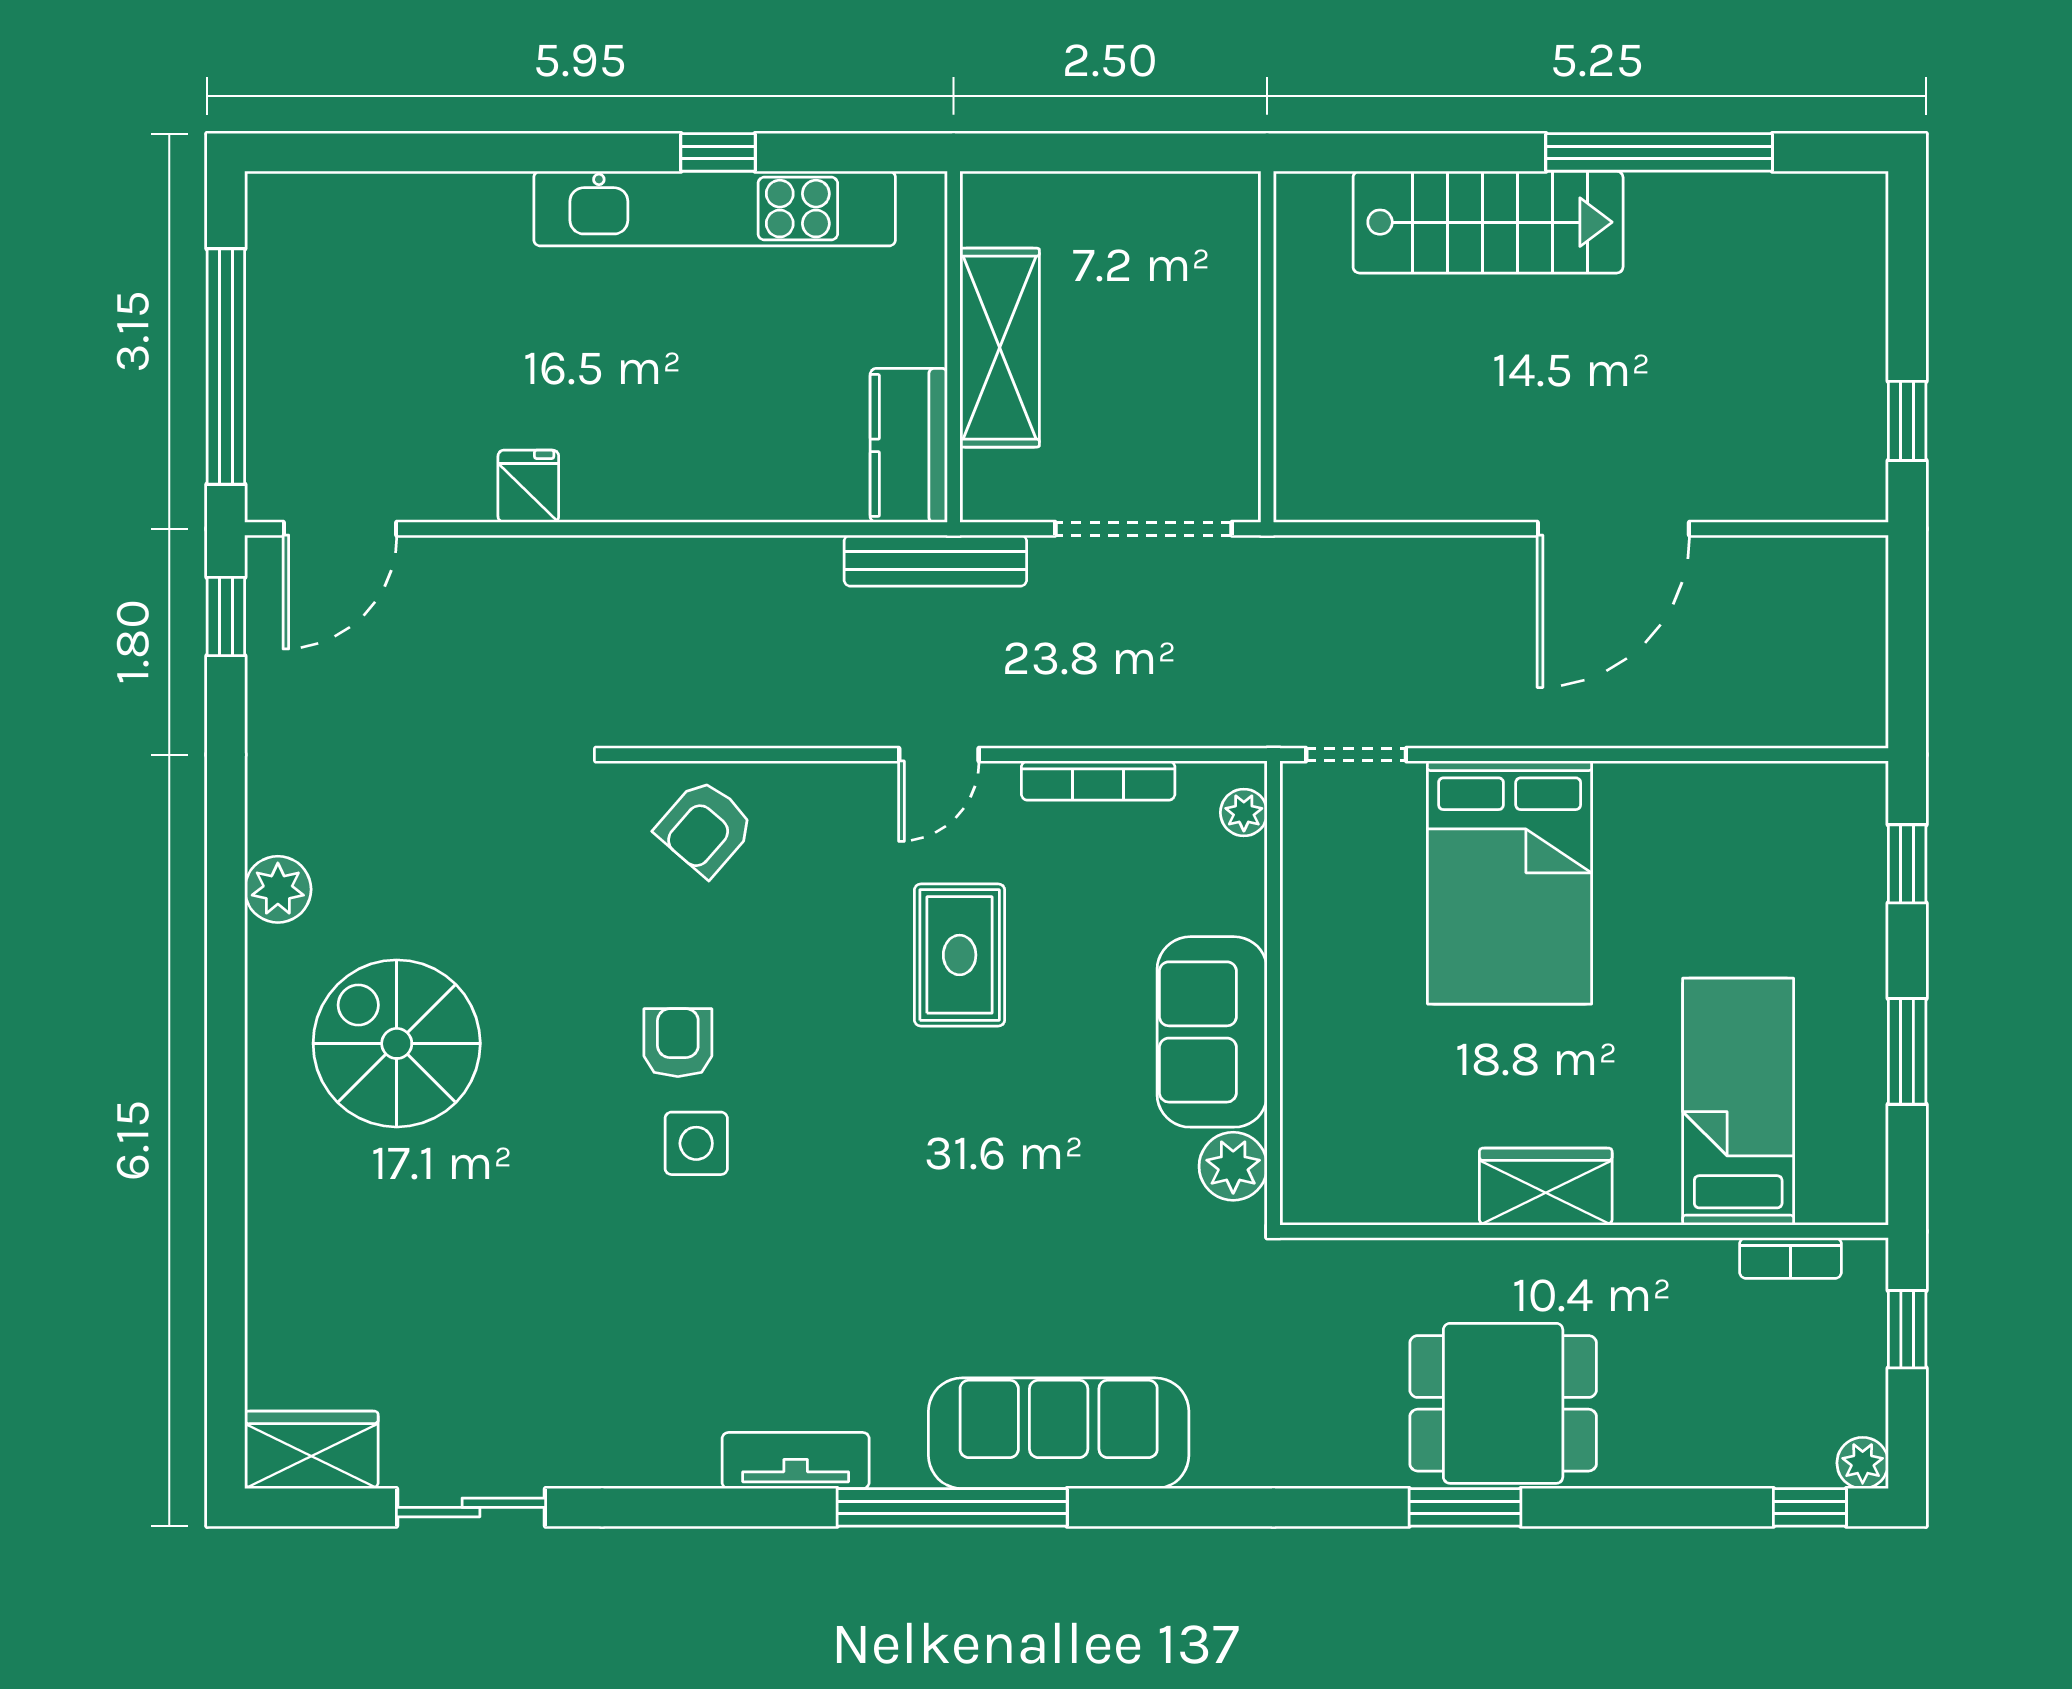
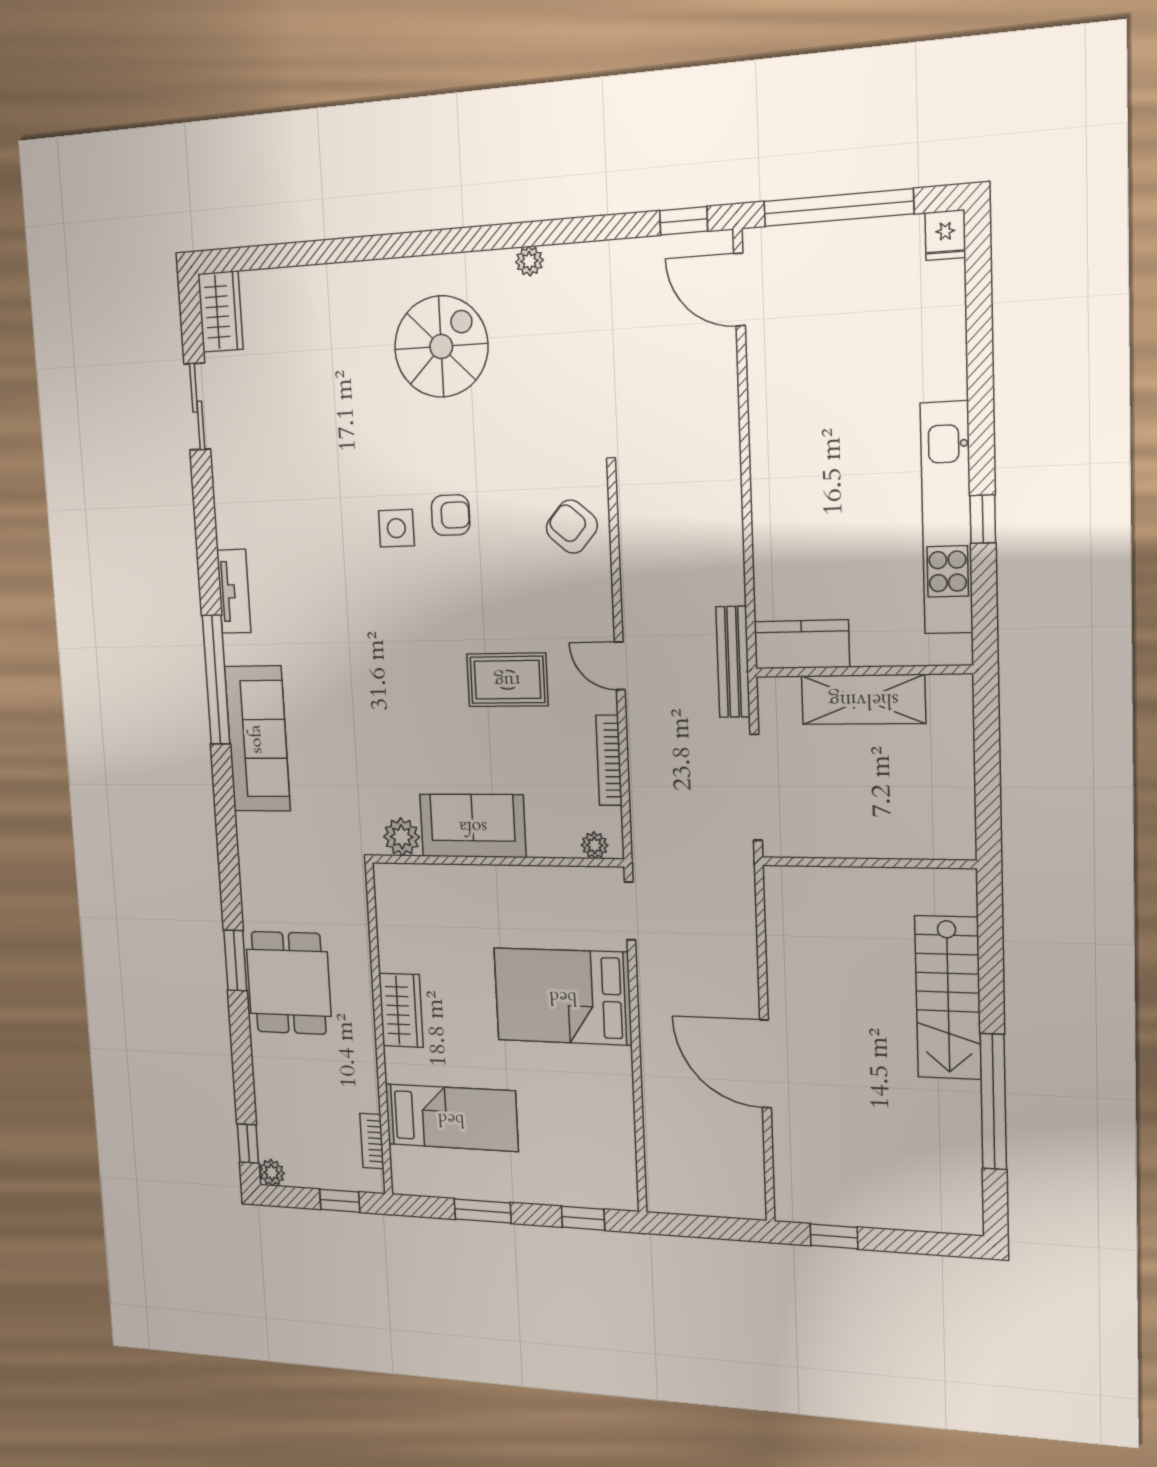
fridge: (528, 486) -> (945, 235), moved, turned 90
plant: (278, 889) -> (529, 261), width x0.73, depth x0.73

